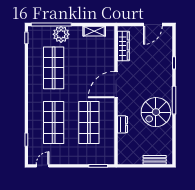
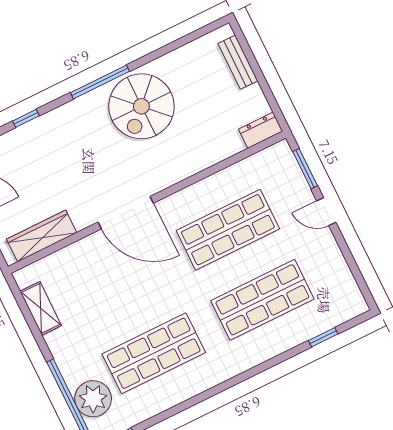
plant: (61, 34) -> (93, 399), moved
spiral stairs: (156, 112) -> (141, 106), turned 90
dresser: (123, 124) -> (261, 130), moved
door: (43, 166) -> (326, 212), moved

